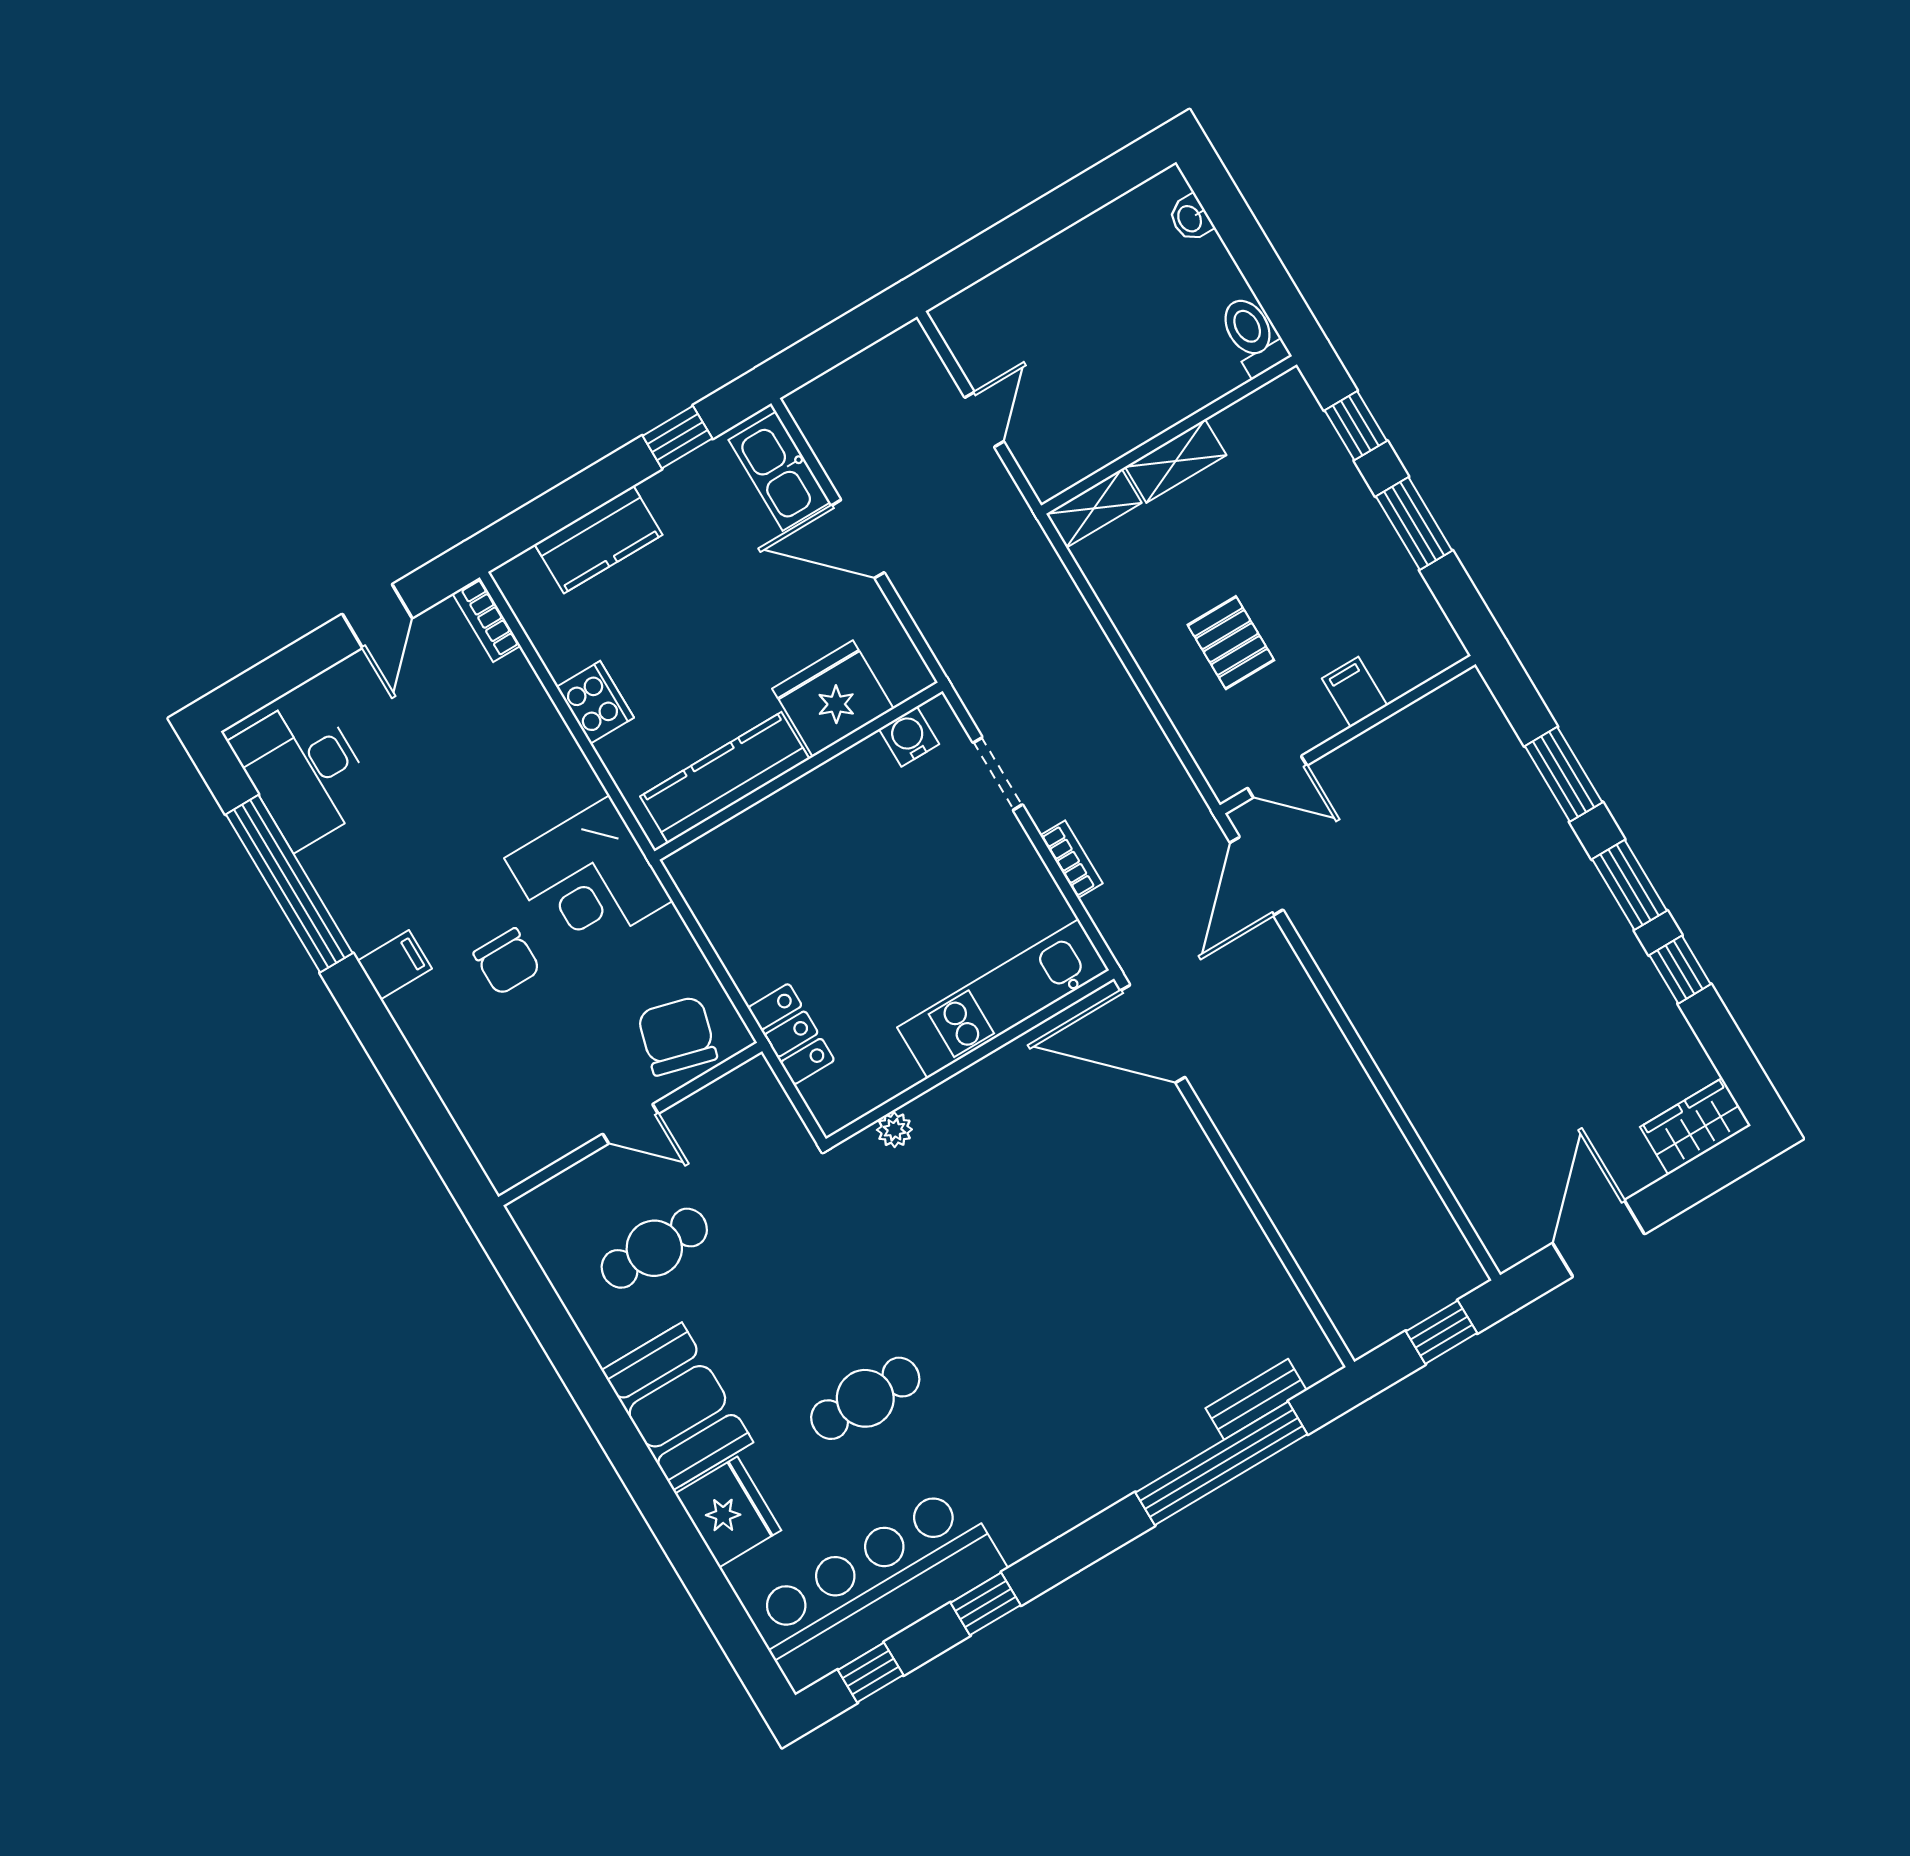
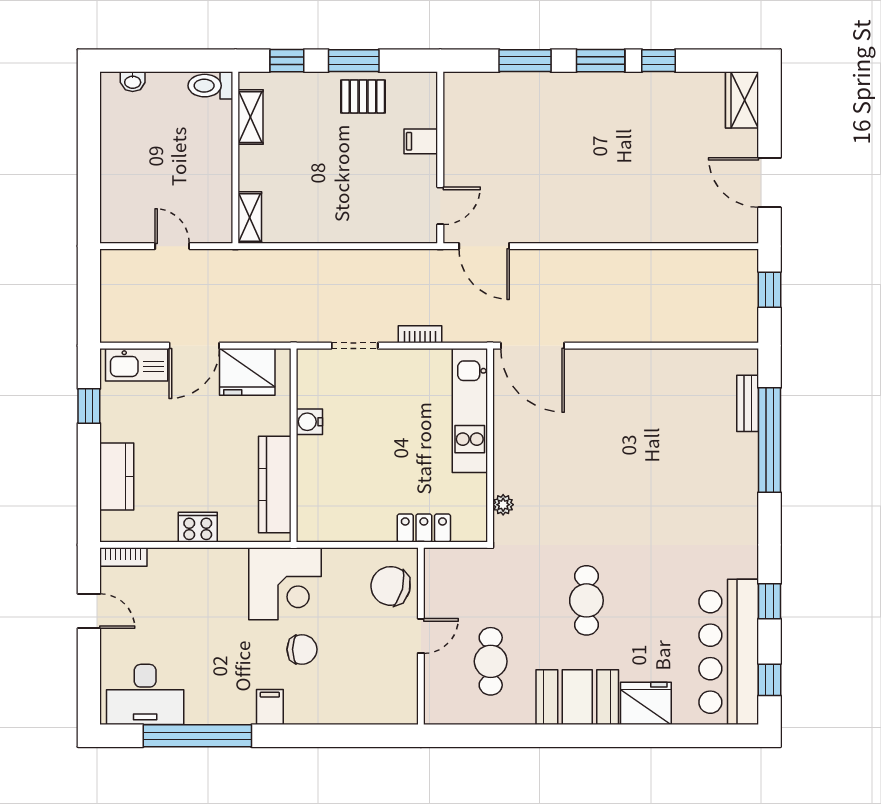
shelving: (1176, 461) -> (251, 117), moved
pallet: (1231, 643) -> (363, 96), moved
fridge: (833, 699) -> (247, 372), moved, turned -90
water cooler: (909, 737) -> (309, 422), moved
door: (1153, 1034) -> (532, 346), hinge flipped
cafe table: (865, 1398) -> (586, 600), moved

